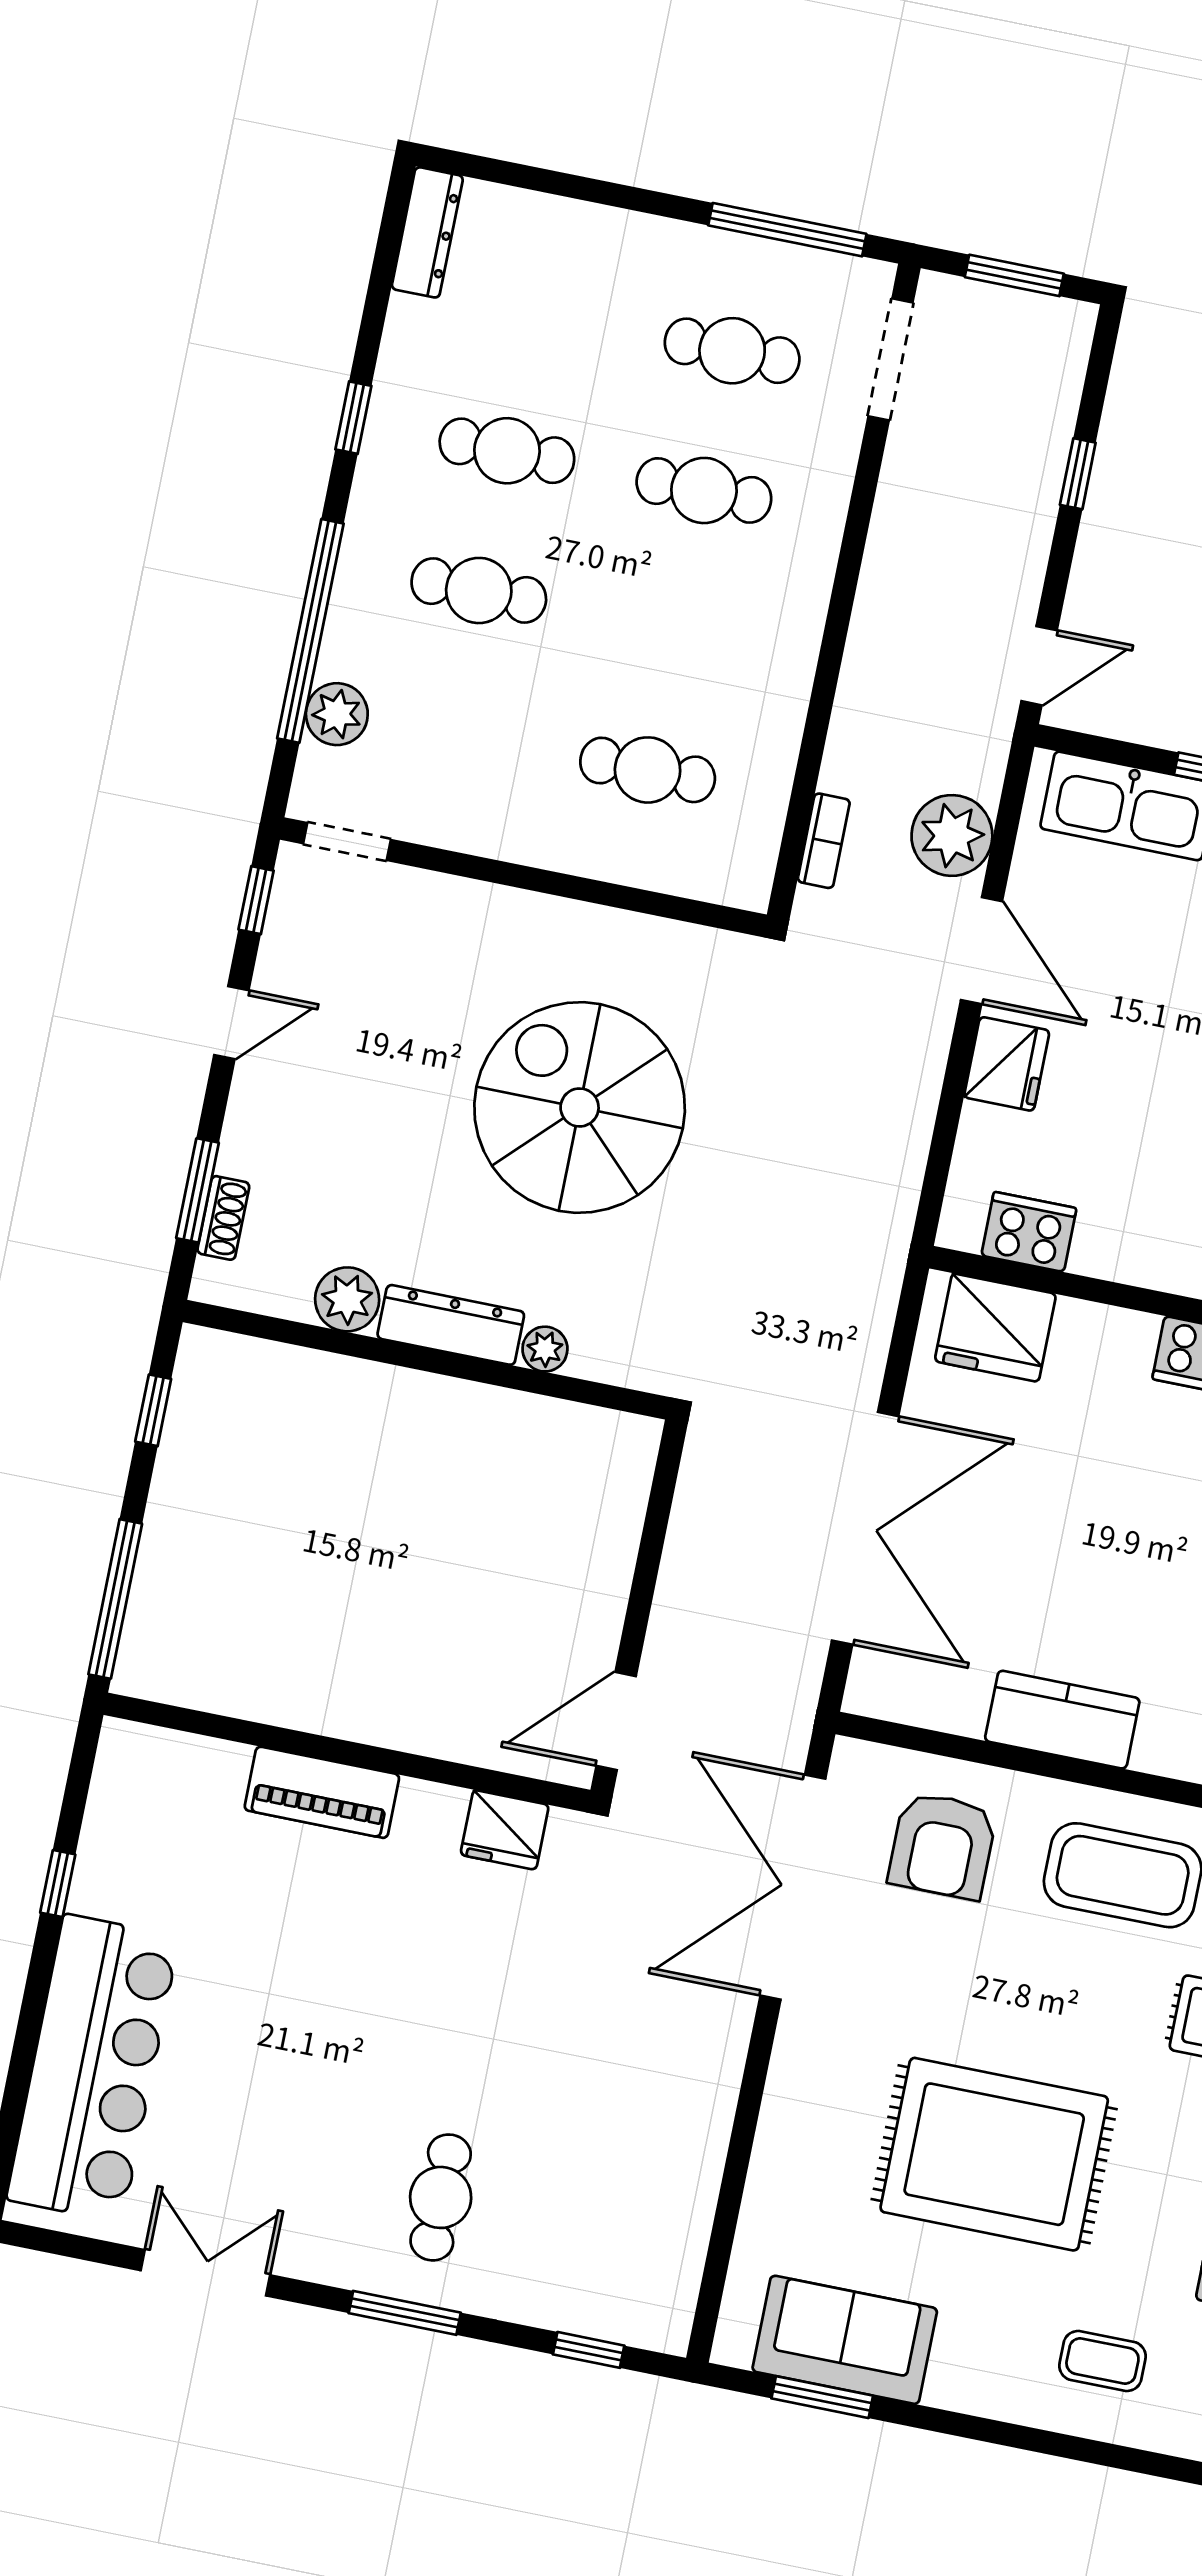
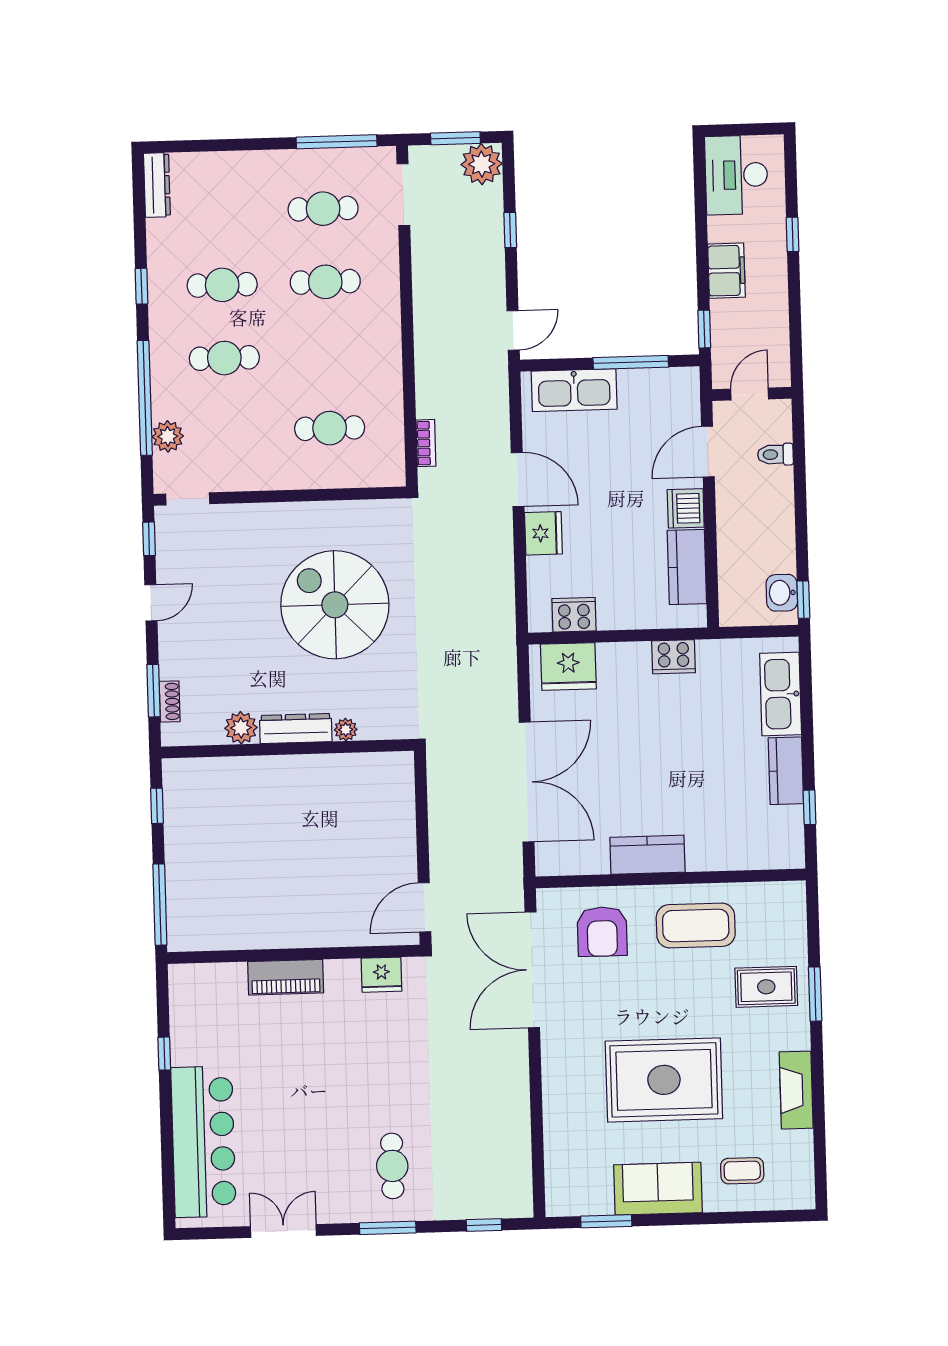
plant: (952, 835) -> (482, 164), moved
sofa: (845, 2340) -> (658, 1189), moved

